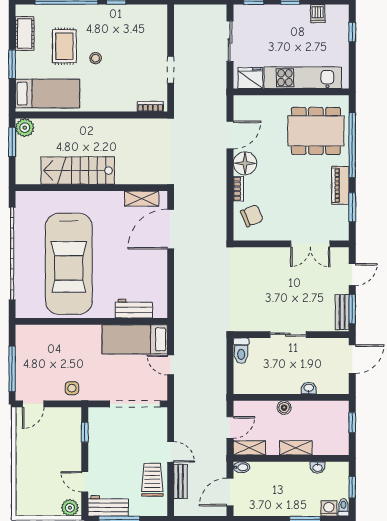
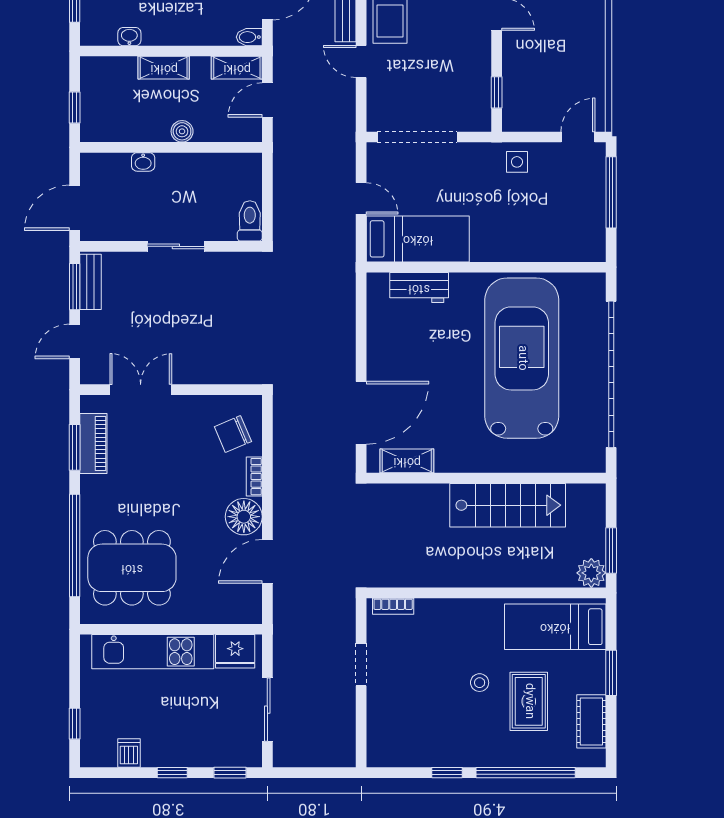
piano: (340, 185) -> (93, 444), moved

